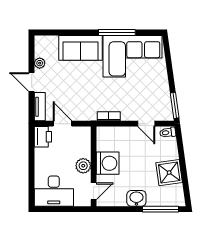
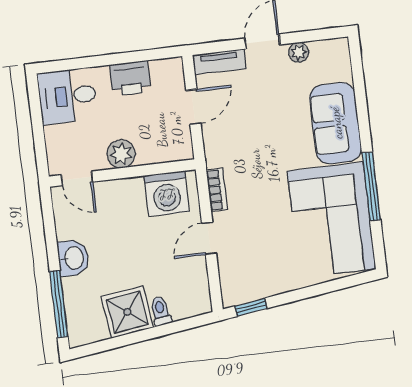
window: (175, 105) -> (251, 307), width x0.67
door: (146, 124) -> (209, 238), moved
toilet: (168, 132) -> (161, 311), moved
printer: (43, 137) -> (130, 78), moved
washing machine: (108, 163) -> (167, 194), moved
desk: (54, 191) -> (67, 96), width x0.73

